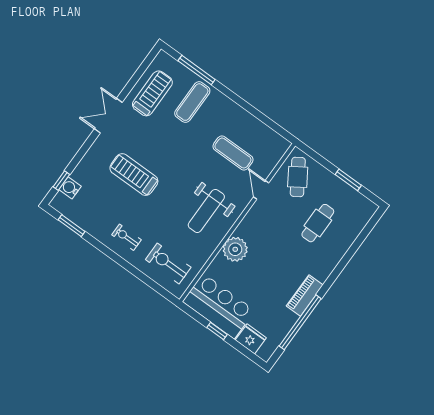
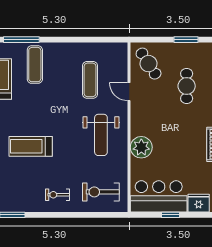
exercise mat: (233, 153) -> (90, 80), turned 90

